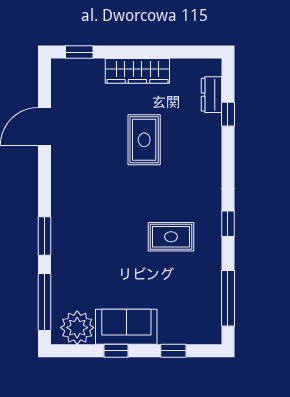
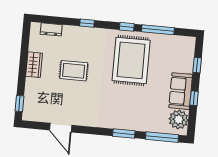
wardrobe: (137, 71) -> (34, 65), width x0.67
window: (228, 114) -> (87, 23), moved
rug: (171, 237) -> (131, 60), width x1.86, depth x2.06
window: (228, 298) -> (158, 30), moved

